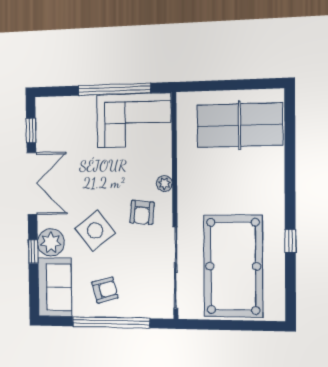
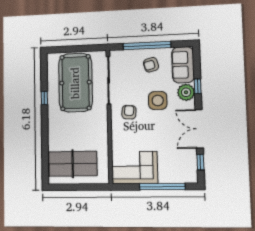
window: (114, 89) -> (162, 187), moved
plant: (164, 184) -> (116, 130), removed
side table: (95, 231) -> (158, 100), turned 38

